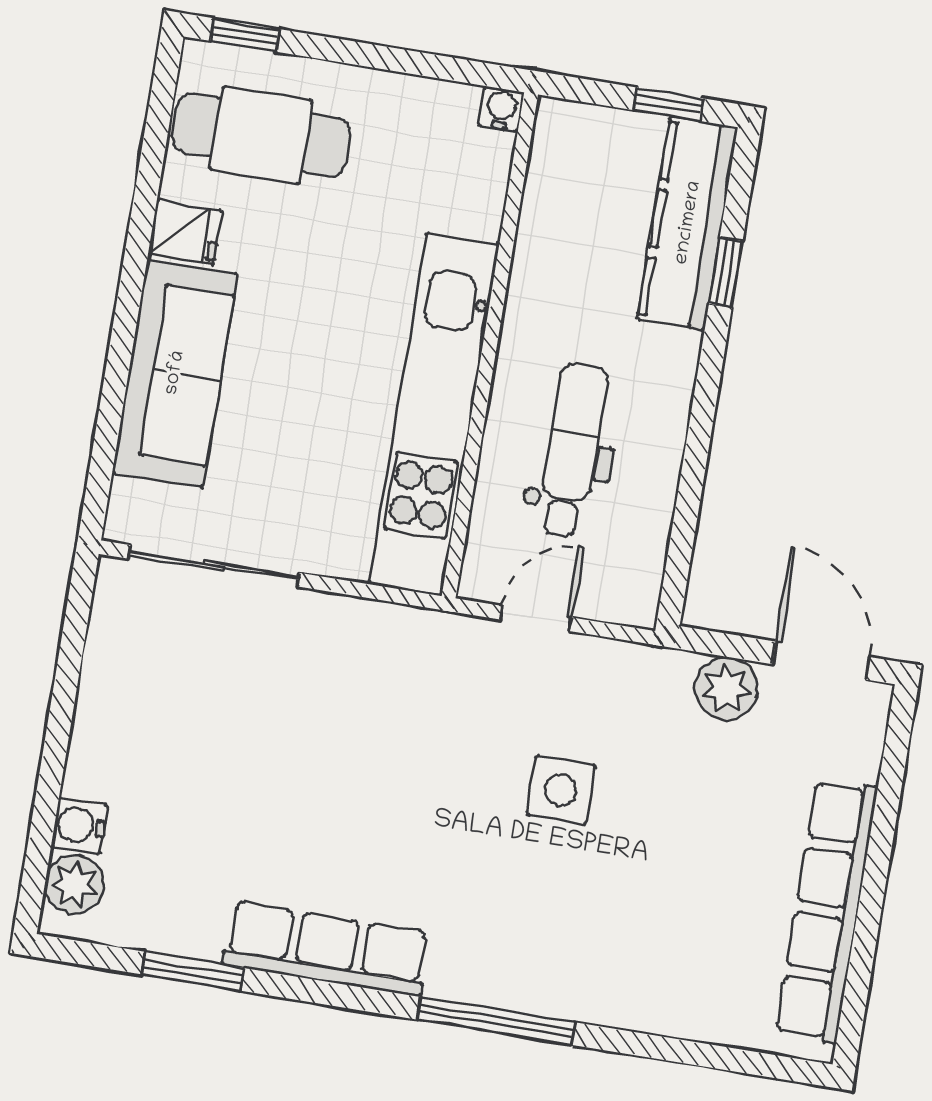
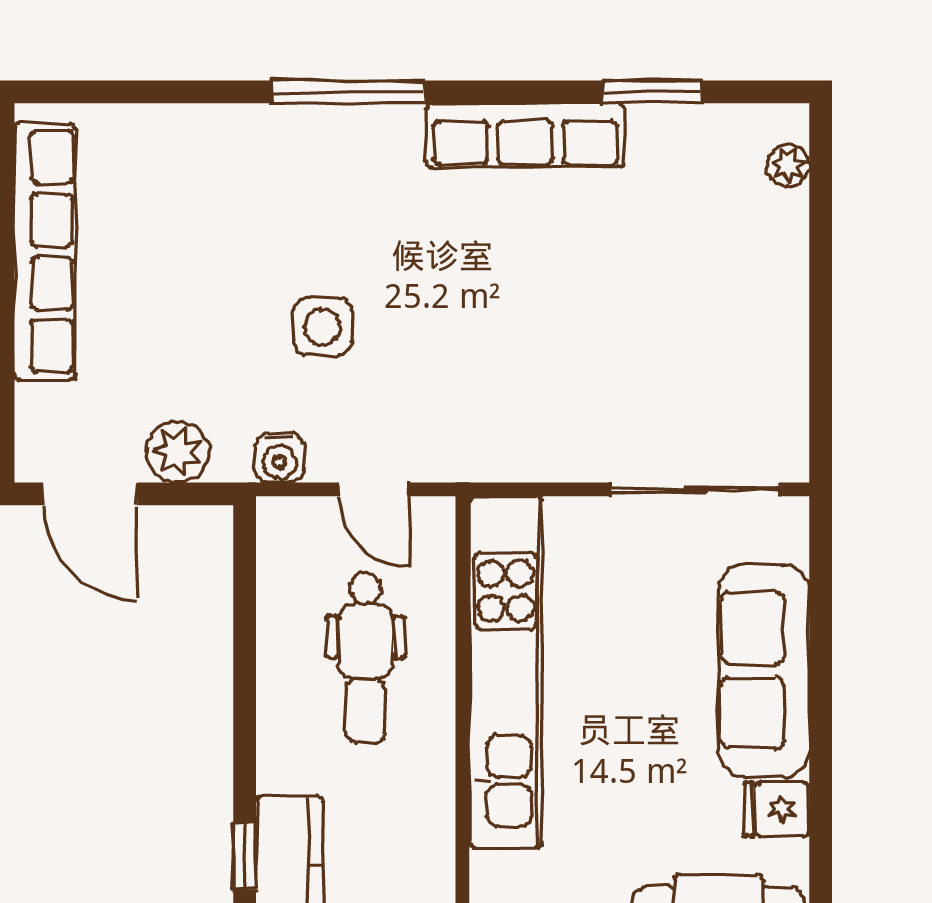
door: (536, 619) -> (374, 489), hinge flipped
water cooler: (79, 826) -> (279, 458), moved, turned 90
plant: (74, 884) -> (788, 165), width x0.73, depth x0.73

